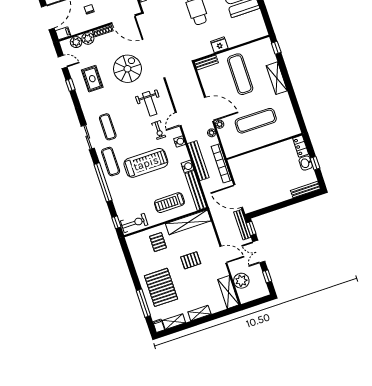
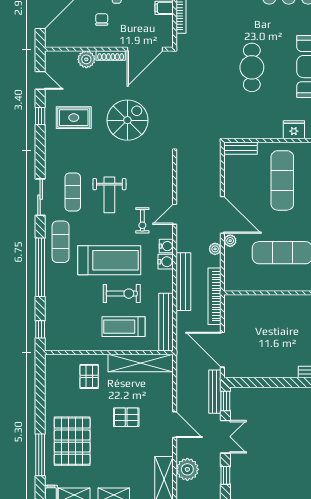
door: (123, 19) -> (145, 49), hinge flipped
filing cabinet: (63, 33) -> (54, 40), removed
plant: (76, 42) -> (68, 59), removed
fridge: (219, 45) -> (294, 130), moved
rug: (92, 79) -> (74, 118), turned 90
weight bench: (150, 104) -> (109, 195), moved
water cooler: (187, 166) -> (166, 262), moved
exercise bike: (134, 223) -> (122, 294), moved
double door: (259, 252) -> (225, 437), swing flipped

